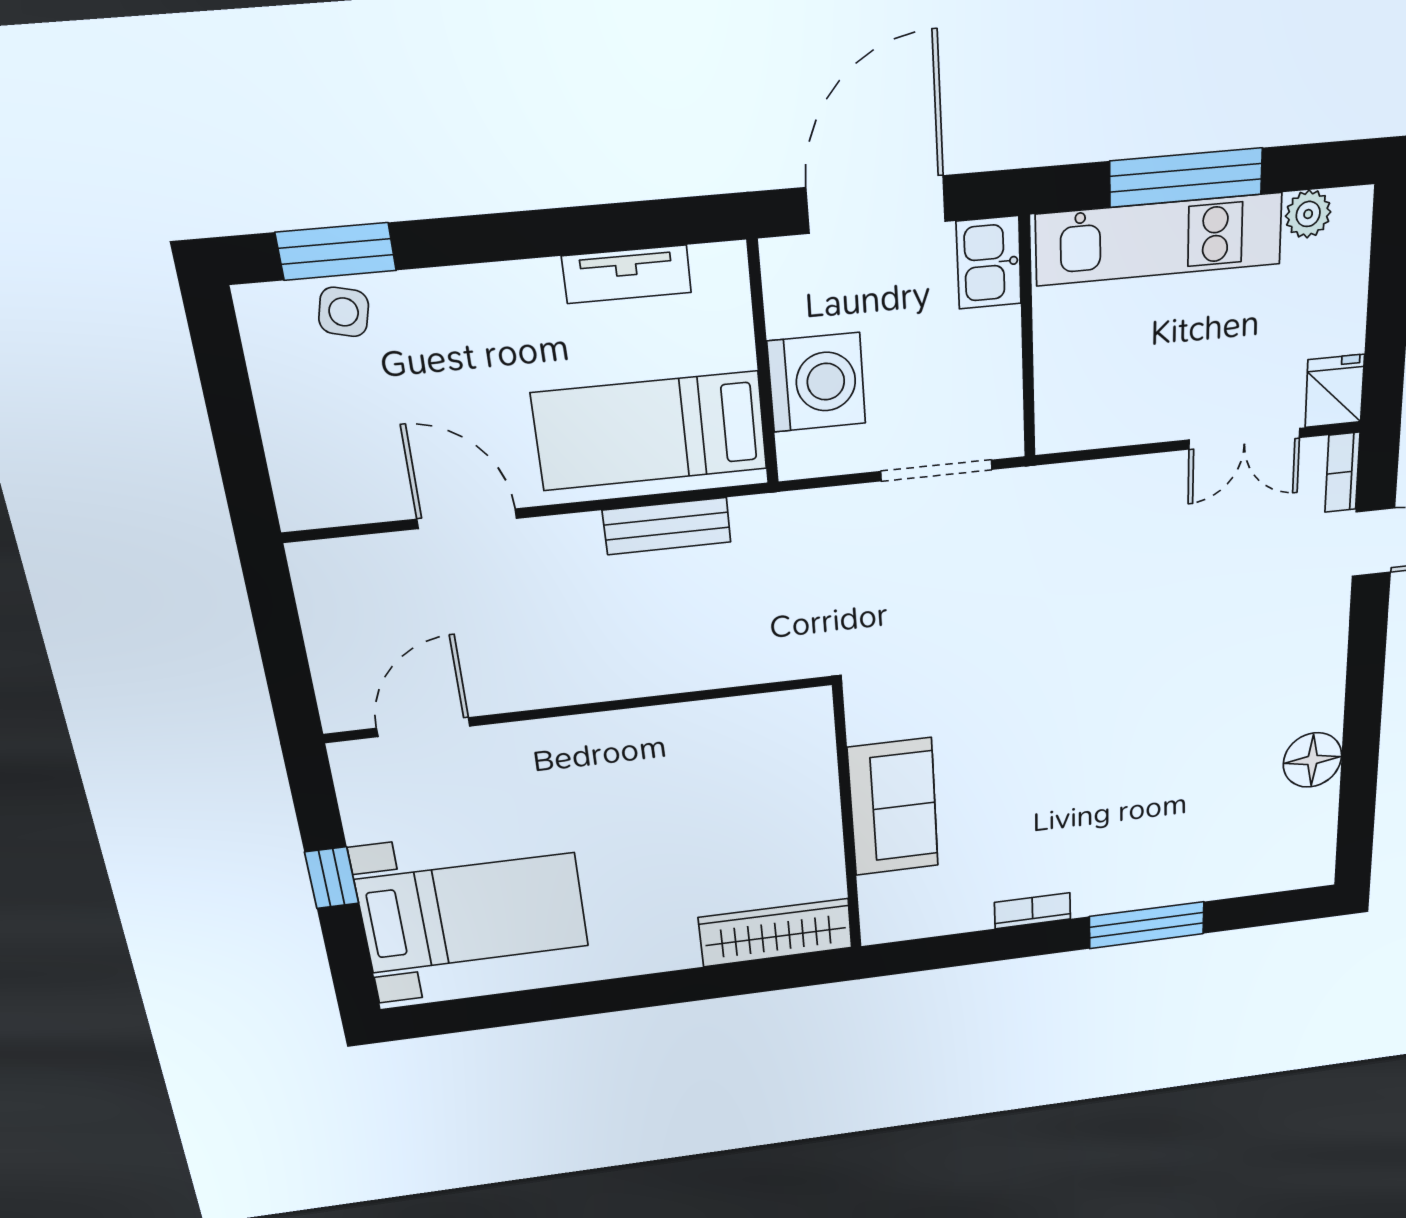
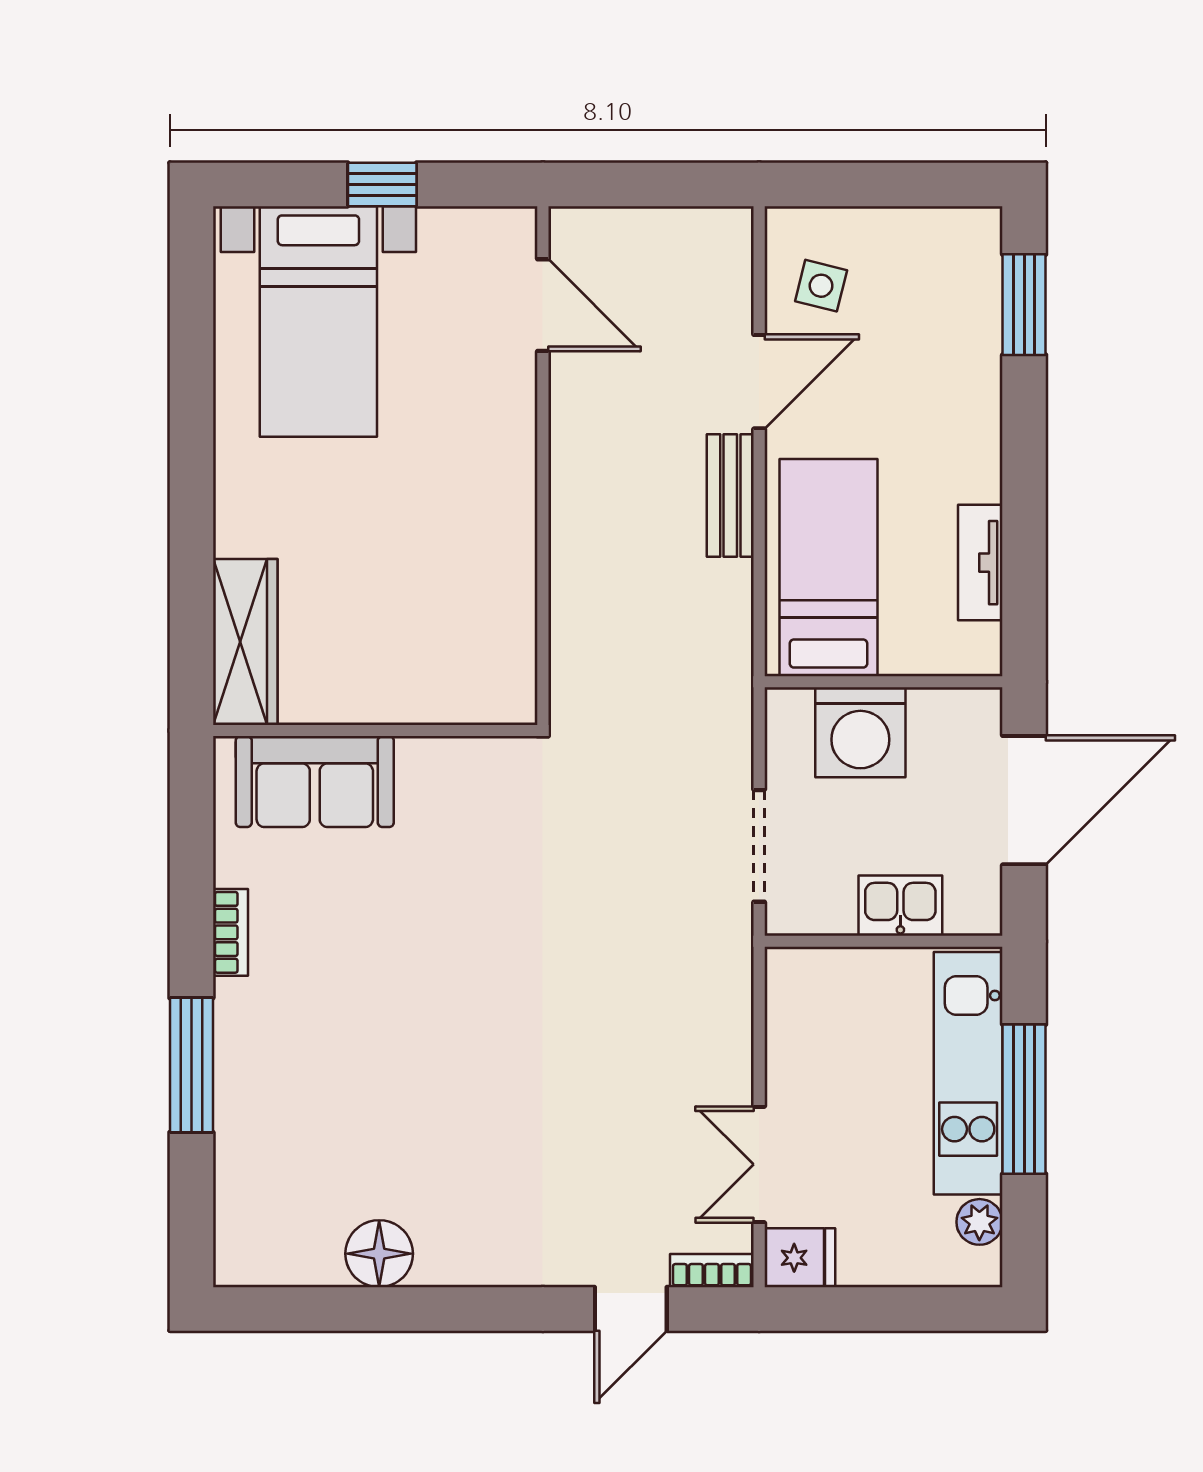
door: (876, 205) -> (1024, 800), hinge flipped
kitchen sink: (989, 263) -> (900, 906), moved
side table: (344, 312) -> (821, 286), moved
bench: (667, 526) -> (730, 496), moved
sofa: (893, 807) -> (315, 782), moved

